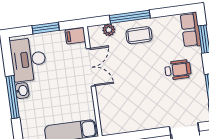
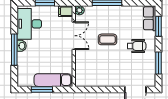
plant: (109, 30) -> (79, 10), moved
coffee table: (139, 35) -> (107, 39), moved

